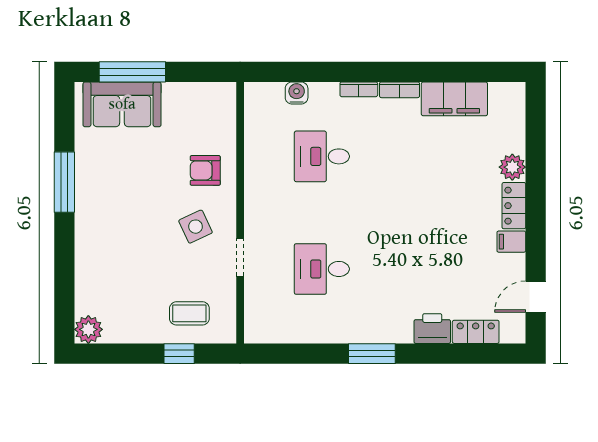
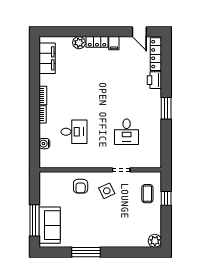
filing cabinet: (454, 99) -> (47, 58), moved
desk: (322, 156) -> (74, 132), turned -90
locker: (476, 332) -> (156, 54), width x1.53

